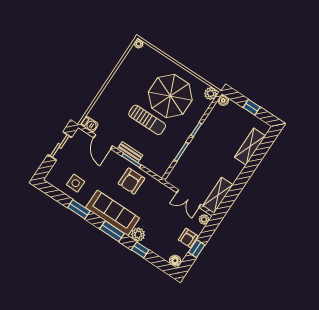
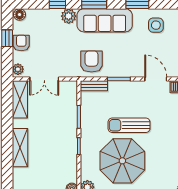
shelving: (250, 146) -> (20, 148), moved
bench: (130, 152) -> (94, 86), moved
armchair: (131, 181) -> (92, 62), moved
double door: (189, 198) -> (44, 79), swing flipped

